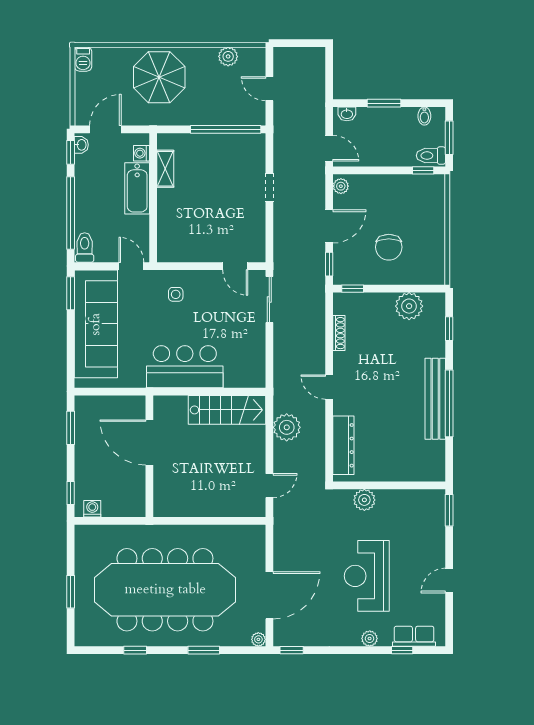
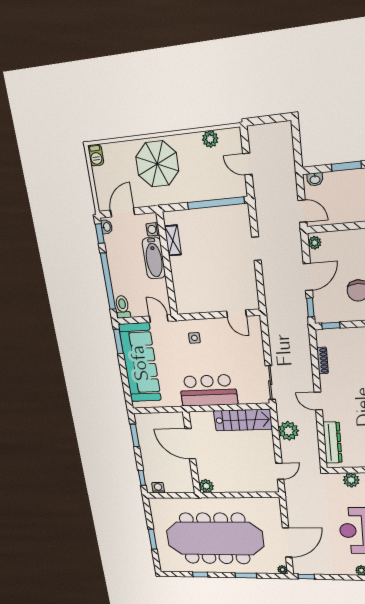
sliding door: (269, 300) -> (270, 383), moved
plant: (164, 507) -> (206, 486), added

